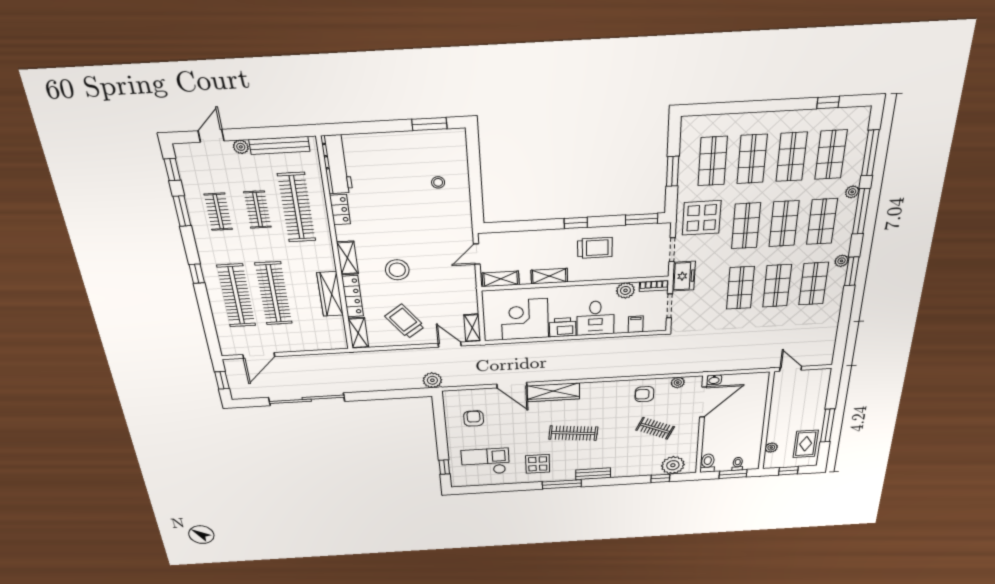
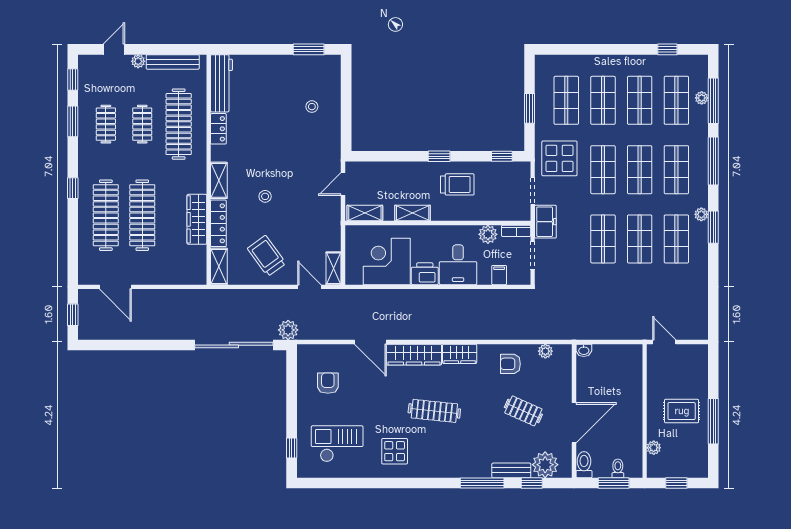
plant: (852, 192) -> (702, 98), moved
window: (642, 219) -> (502, 156), width x0.67
stool: (397, 270) -> (265, 196), width x0.53, depth x0.53
door: (259, 356) -> (115, 287), hinge flipped
wardrobe: (597, 389) -> (460, 354), added
sliding door: (307, 399) -> (234, 345), moved
door: (703, 402) -> (574, 423), moved
rug: (806, 444) -> (682, 411), moved, turned 90
bench: (593, 474) -> (511, 470), moved
window: (562, 484) -> (482, 483), moved

